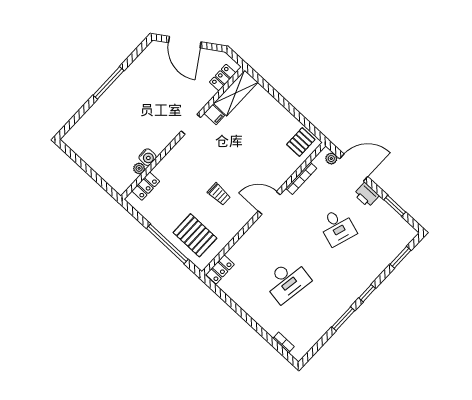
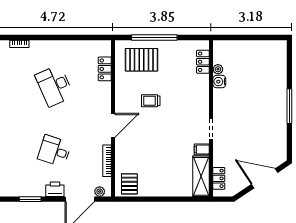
locker: (220, 269) -> (105, 69), moved
desk: (287, 281) -> (54, 86), turned -33

